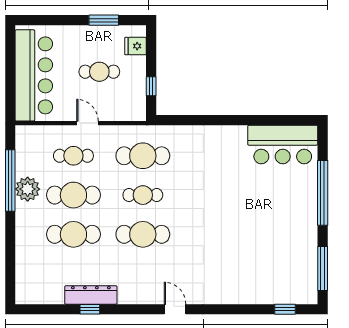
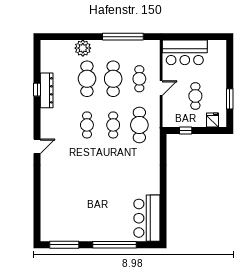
bar counter: (34, 75) -> (185, 52), width x0.73
plant: (28, 189) -> (83, 48), moved
cafe table: (143, 234) -> (87, 125), width x0.73, depth x0.74
window: (285, 309) -> (37, 220), removed

